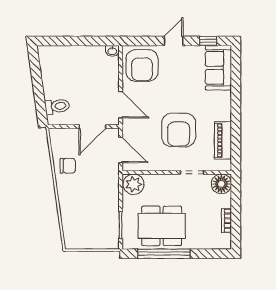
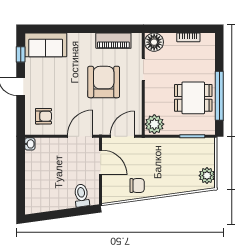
armchair: (142, 65) -> (43, 116), width x0.53, depth x0.53
armchair: (179, 130) -> (104, 82), turned -90
chair: (68, 166) -> (137, 185), turned 90
dining table: (162, 226) -> (193, 98), width x0.73
plant: (78, 241) -> (207, 176), added

